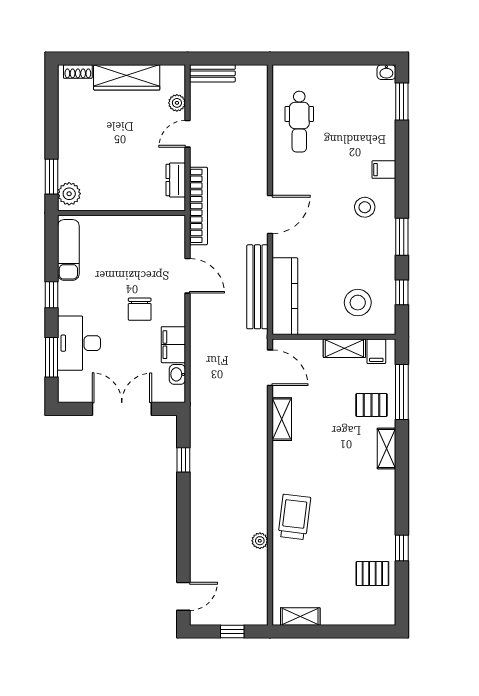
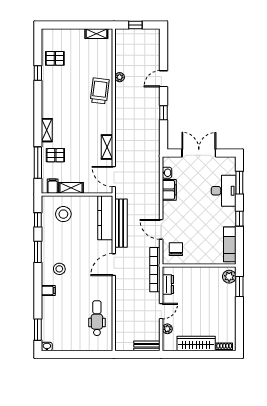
chair: (140, 309) -> (176, 249), moved
double door: (122, 409) -> (199, 153), swing flipped
window: (183, 460) -> (164, 113), moved
trolley: (294, 517) -> (100, 91), turned 180
door: (183, 596) -> (164, 79), moved

